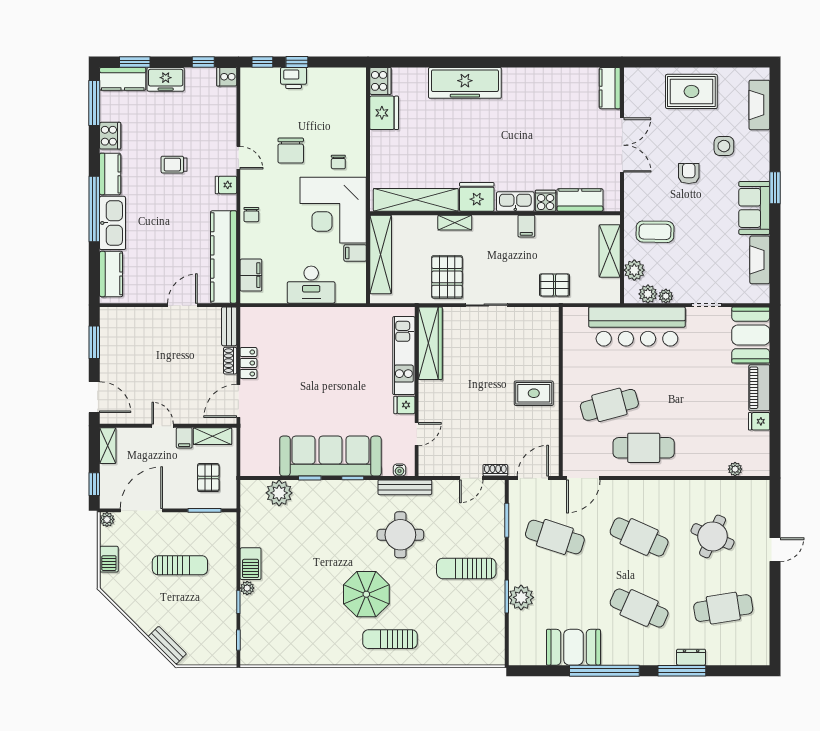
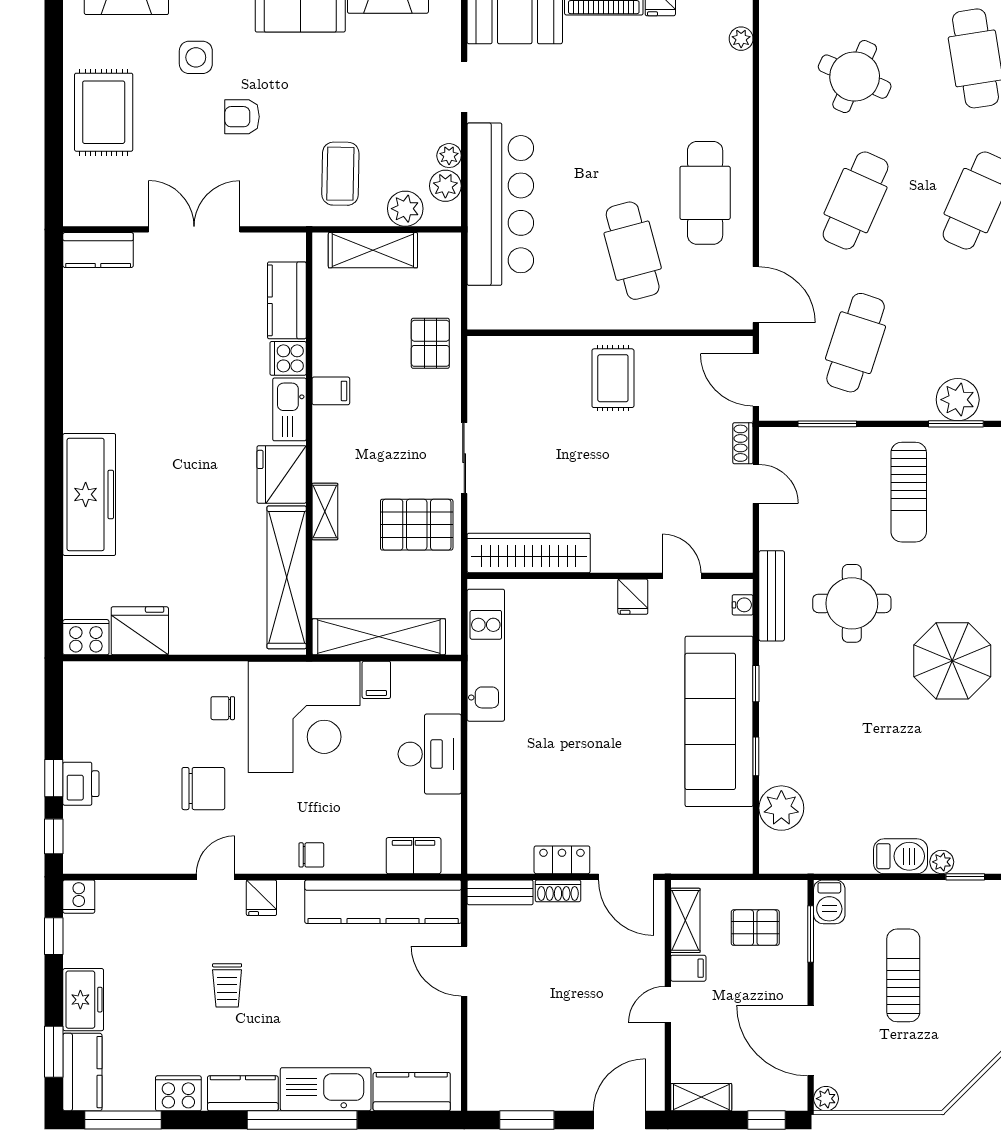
chair: (338, 162) -> (223, 708), turned 180
kitchen unit: (404, 356) -> (486, 655), moved, turned -90
barbecue: (109, 559) -> (829, 902), moved, turned 90

